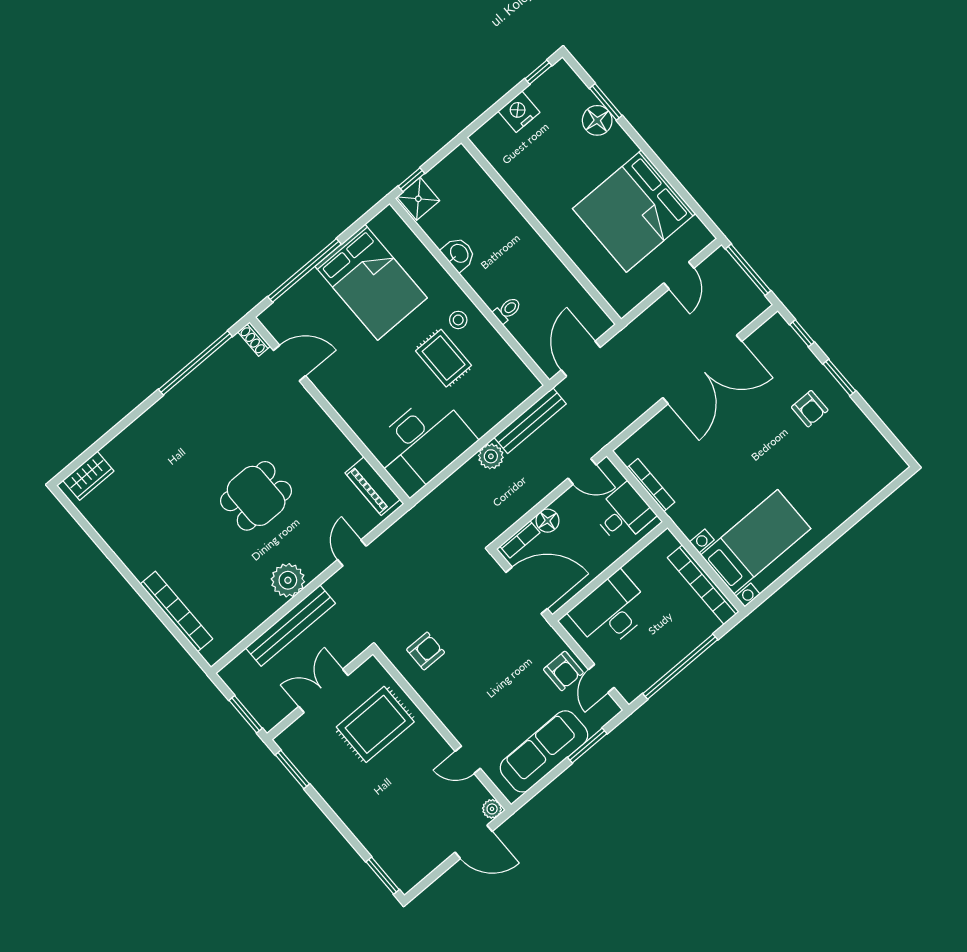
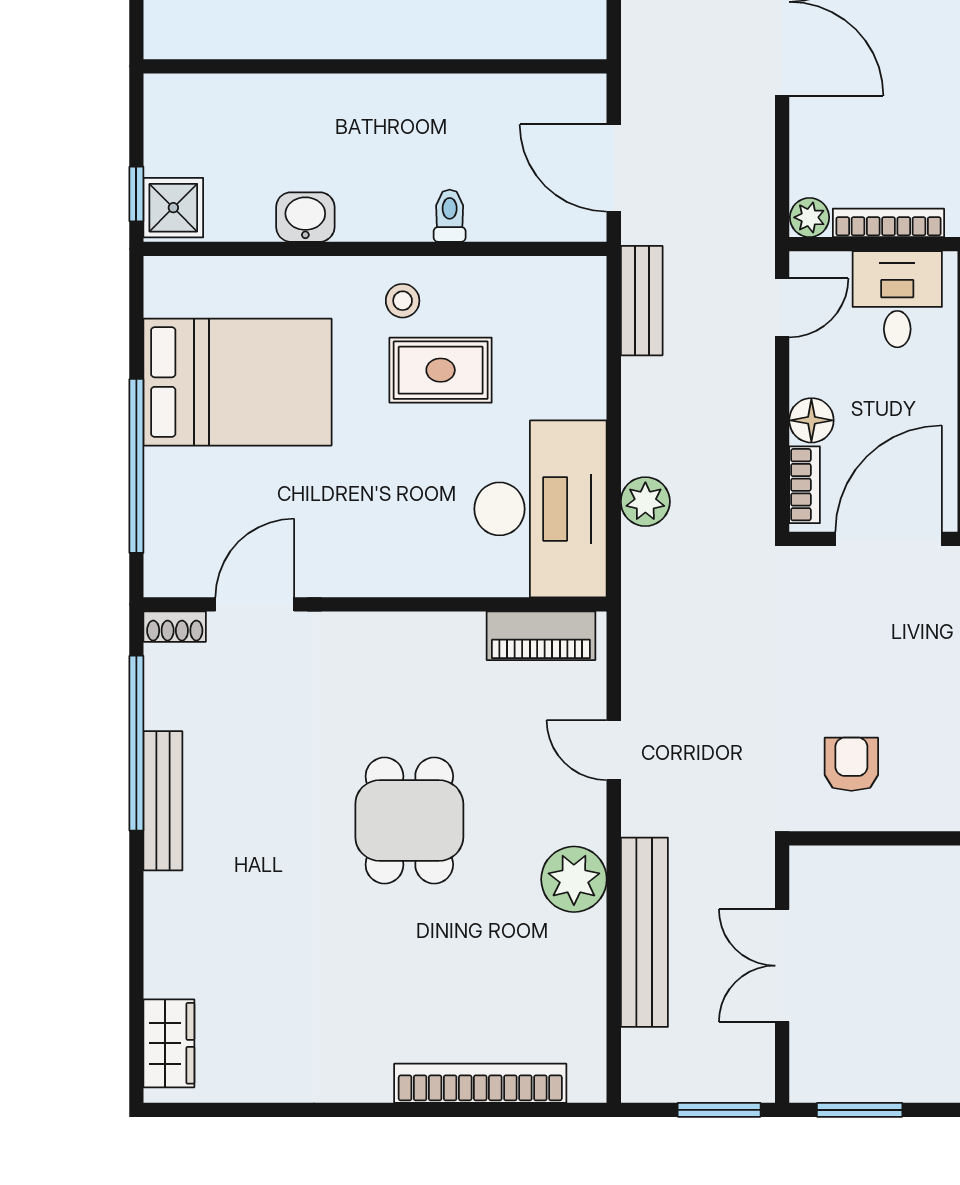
bench: (182, 393) -> (163, 801), added
bench: (530, 421) -> (642, 301), width x0.73
plant: (627, 452) -> (810, 217), added
plant: (491, 456) -> (645, 502), moved
rug: (375, 724) -> (897, 931), removed

